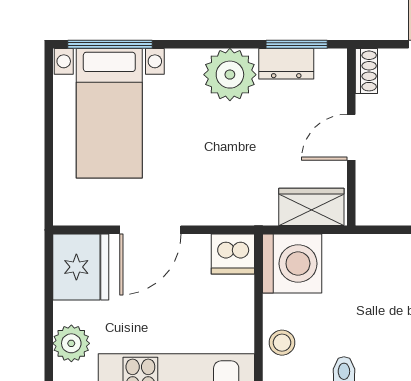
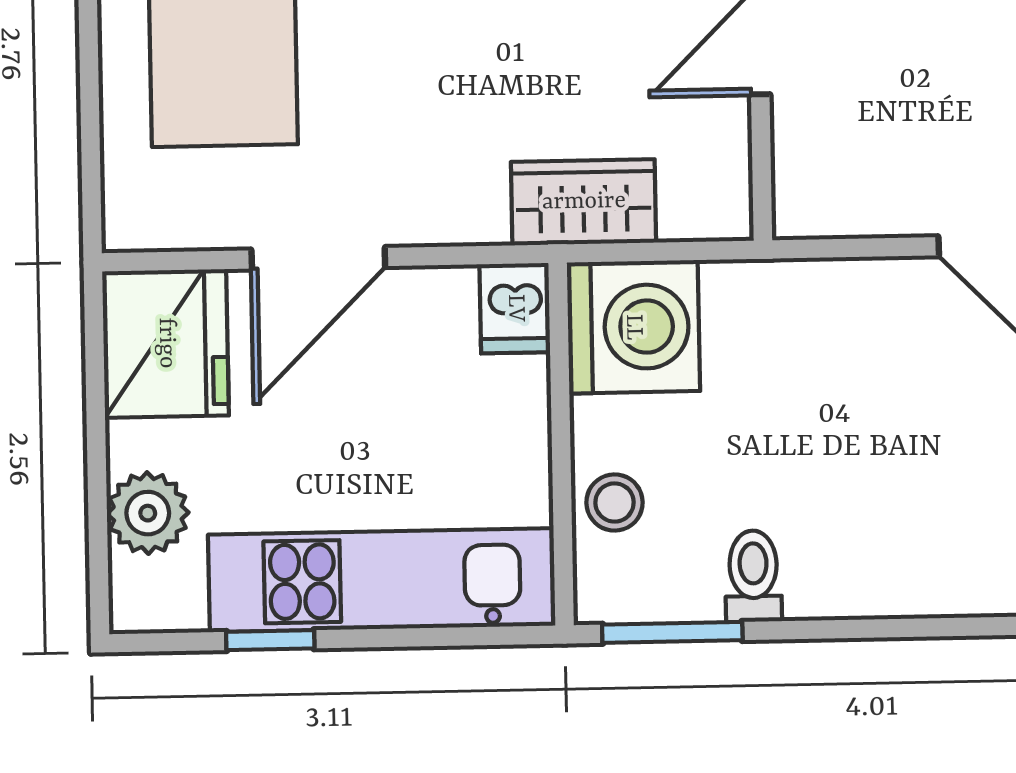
wardrobe: (311, 207) -> (584, 202), moved
dishwasher: (233, 254) -> (515, 308), width x0.73

